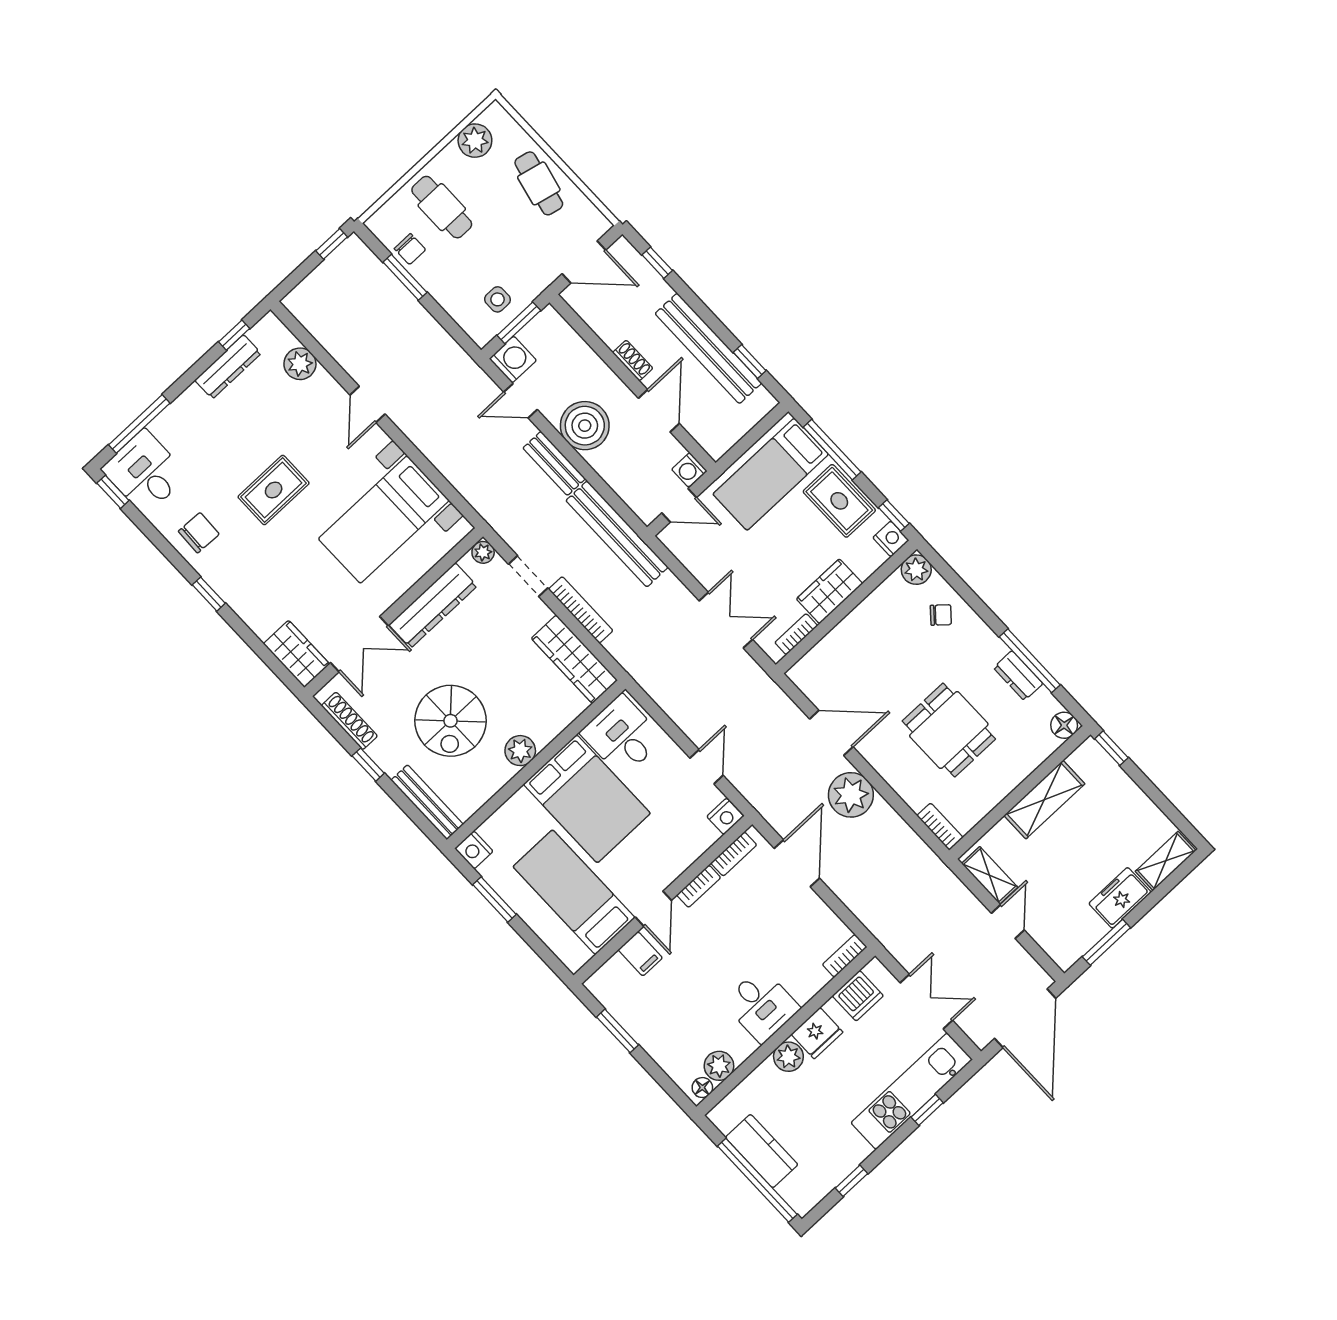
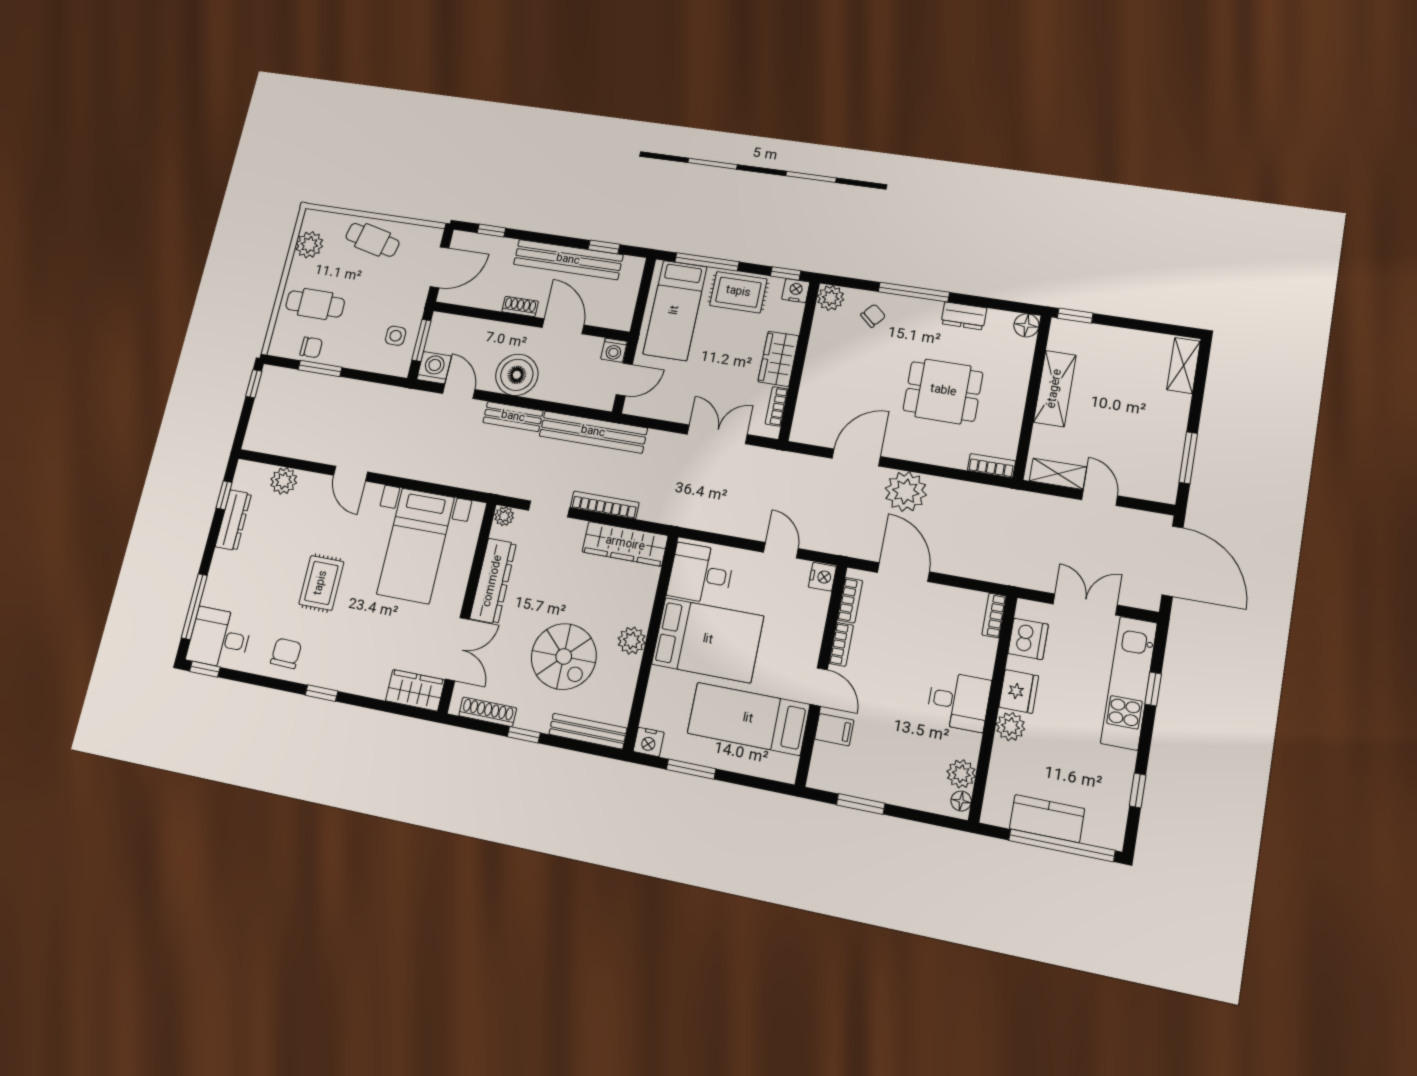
door: (521, 401) -> (459, 392), swing flipped
window: (1030, 661) -> (914, 292), moved
freezer: (1120, 898) -> (1171, 418), removed

